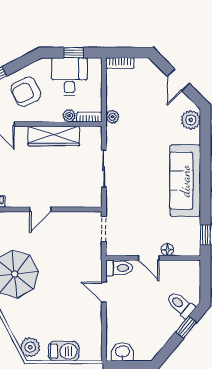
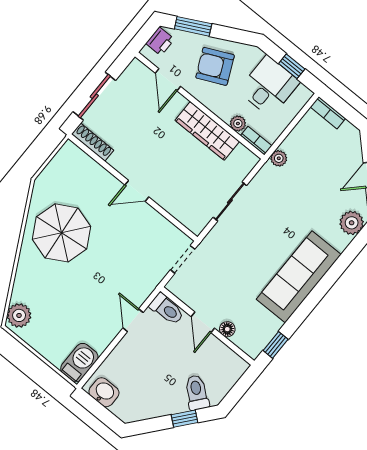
barbecue: (64, 351) -> (79, 363), moved, turned -90

